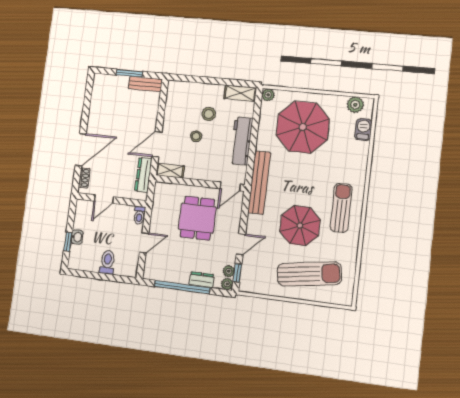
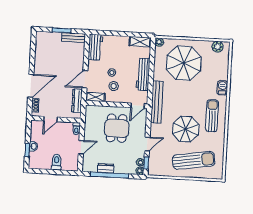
workbench: (175, 99) -> (95, 47), added
stool: (209, 114) -> (114, 86), moved
barbecue: (363, 130) -> (222, 88), moved
dresser: (202, 280) -> (106, 168), moved

